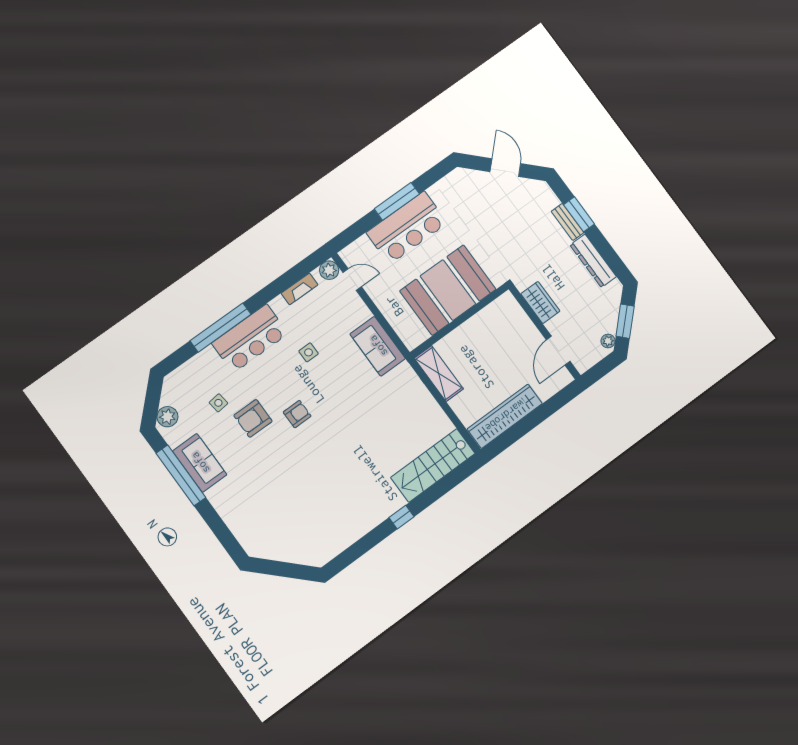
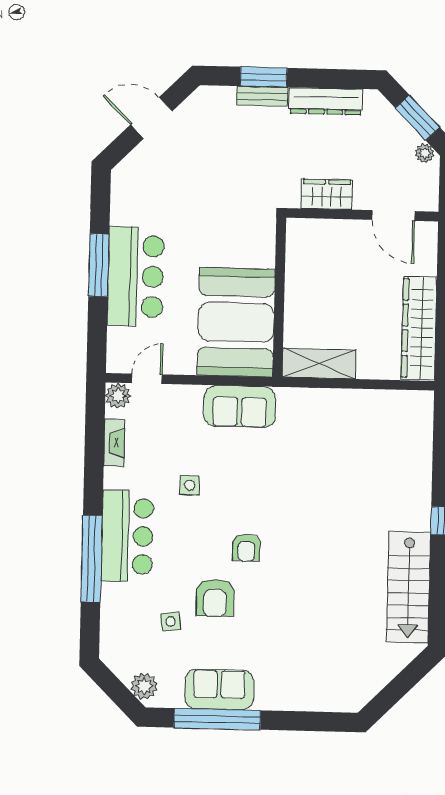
booth: (448, 290) -> (236, 322), moved
armchair: (297, 414) -> (246, 548), turned 180
stairs: (433, 465) -> (408, 587), moved

